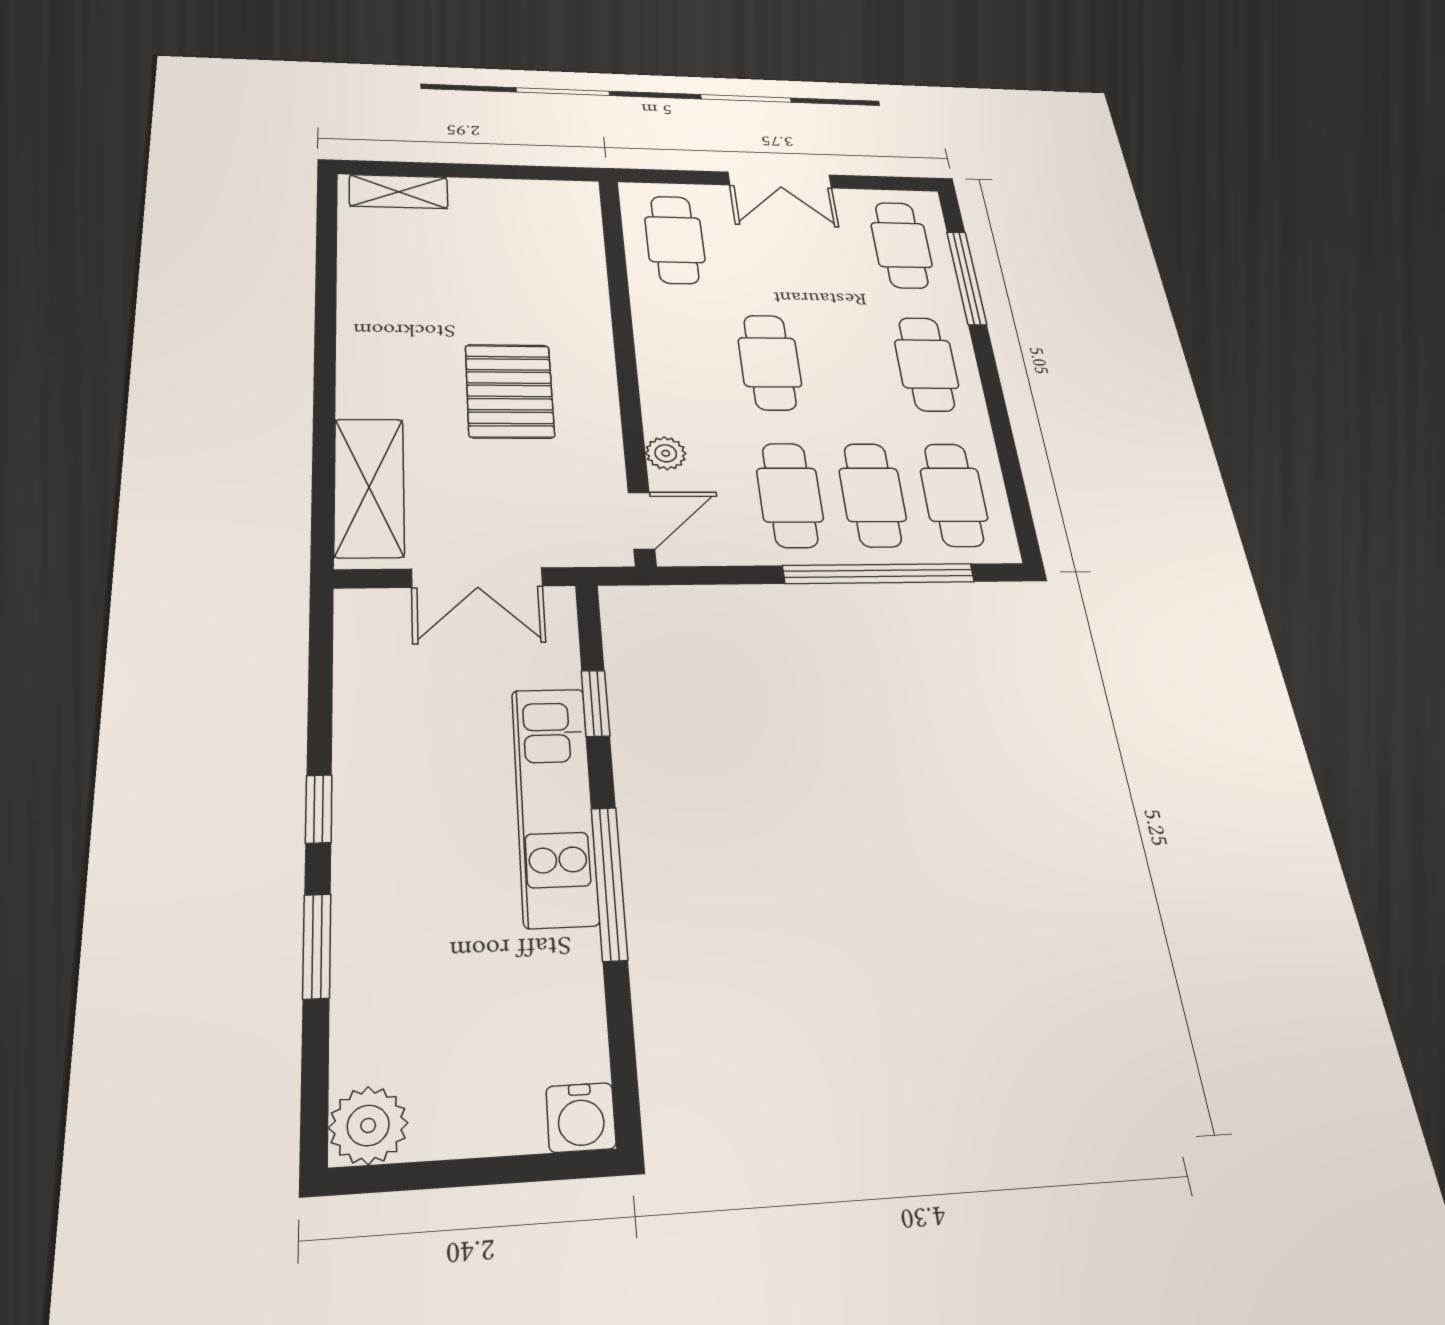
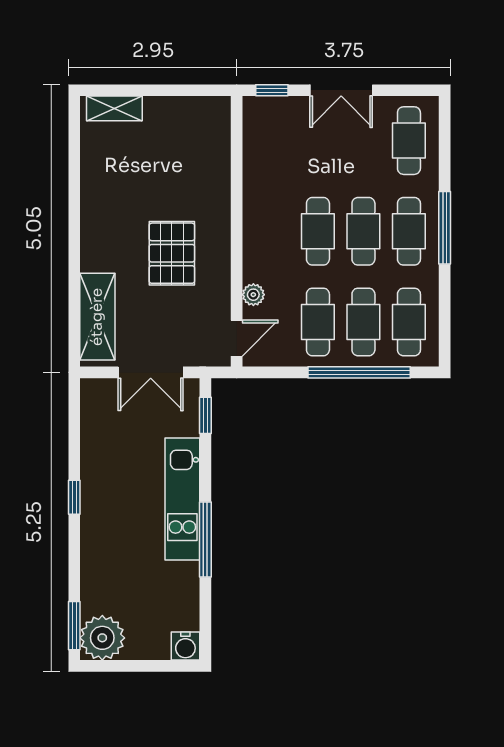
window: (666, 177) -> (272, 90), added
cafe table: (675, 240) -> (363, 231), moved
window: (966, 278) -> (445, 228), moved
window: (595, 703) -> (205, 415), moved
window: (317, 946) -> (74, 626), moved
plant: (368, 1125) -> (102, 638), width x1.36, depth x1.36

